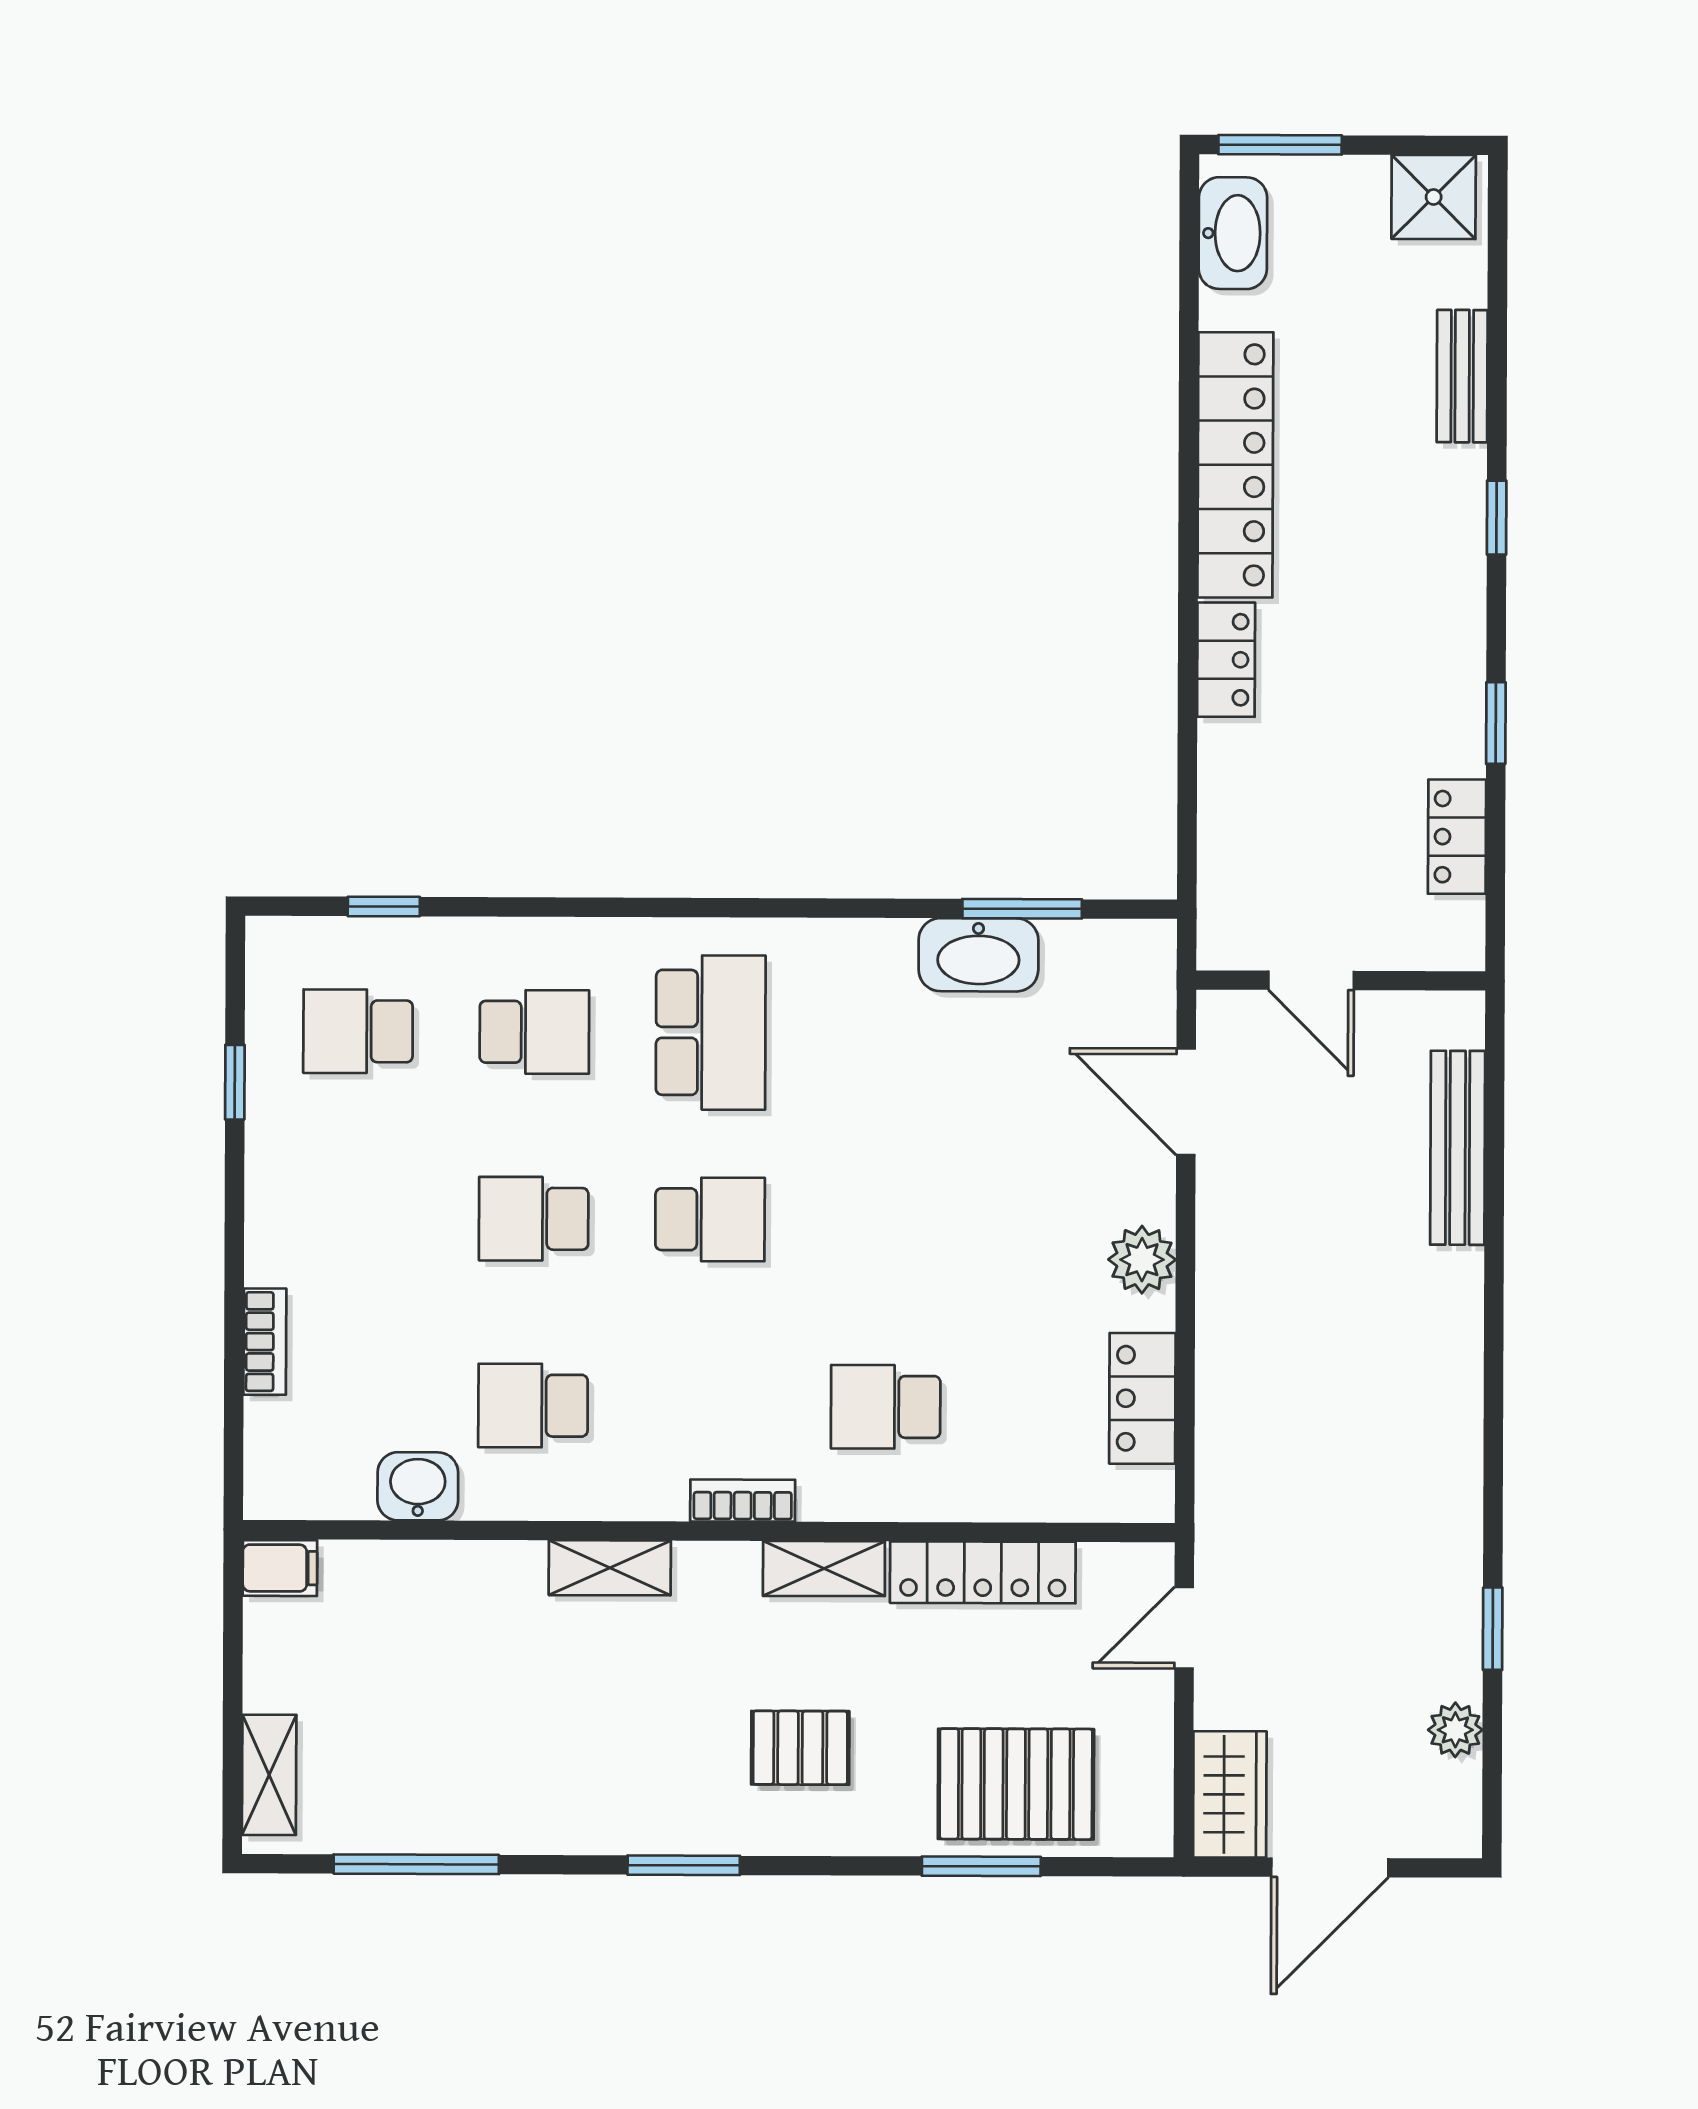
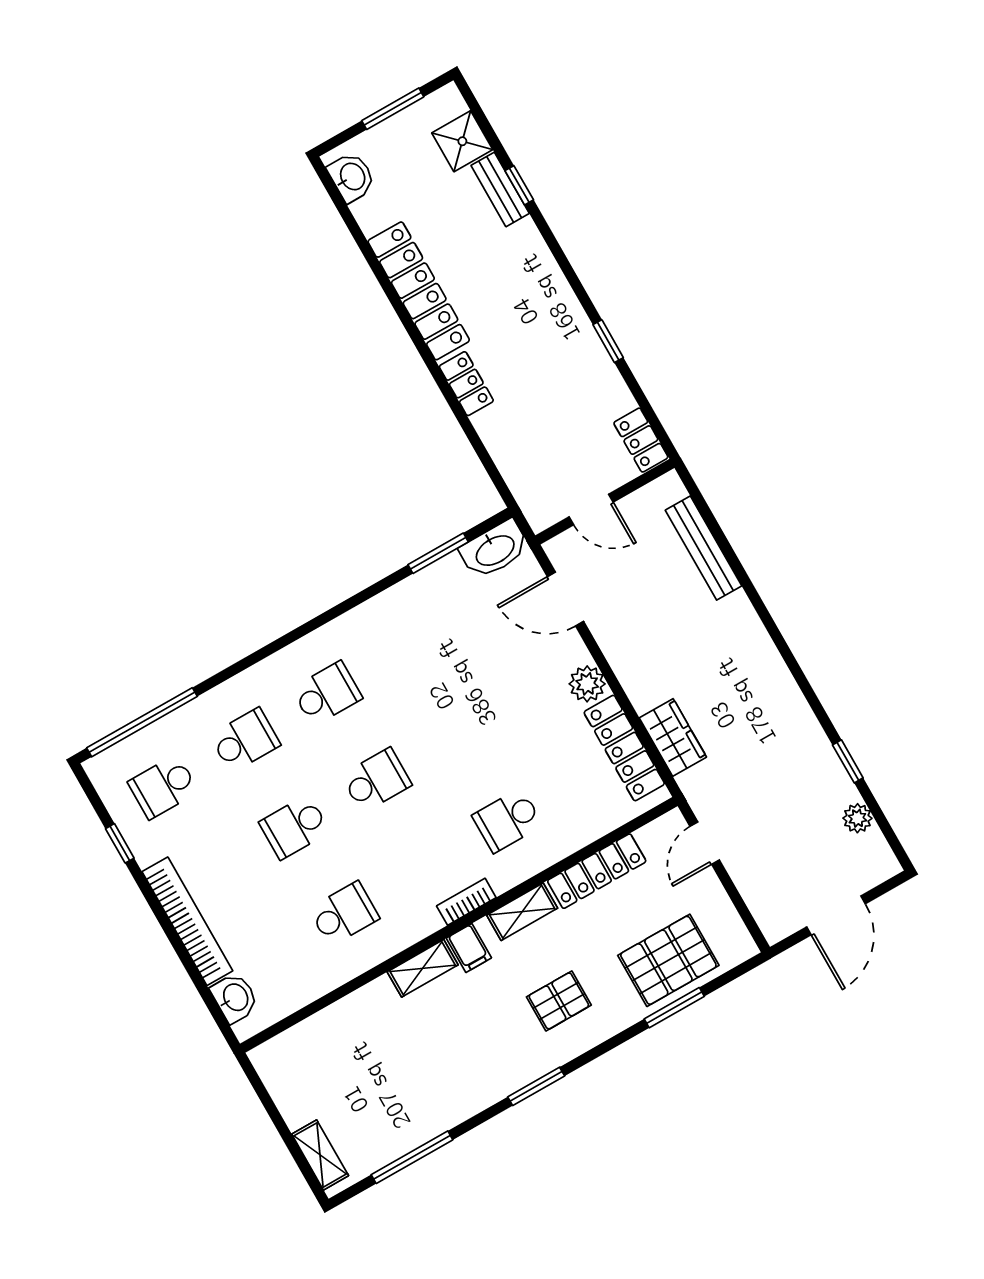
window: (1280, 145) -> (393, 109), moved
shower: (1434, 197) -> (462, 141), moved
washbasin: (1233, 233) -> (352, 177), width x0.72
window: (1497, 518) -> (519, 185), moved
locker: (1457, 837) -> (641, 440), moved
window: (384, 906) -> (142, 722), width x3.17
washbasin: (978, 955) -> (495, 550), moved
school desk: (711, 1032) -> (327, 694), width x0.54
bookcase: (265, 1342) -> (187, 921), width x2.31, depth x1.31
locker: (1142, 1398) -> (624, 748), width x1.53
school desk: (533, 1406) -> (344, 914), turned 180
washbasin: (418, 1486) -> (235, 998), moved, turned 90
filing cabinet: (280, 1568) -> (469, 948), moved, turned 90
wardrobe: (1230, 1794) -> (673, 738), moved

